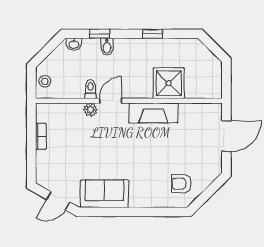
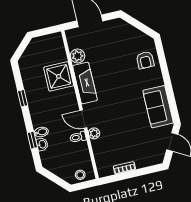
washbasin: (74, 44) -> (42, 144), moved
plant: (188, 112) -> (77, 56), added
armchair: (181, 184) -> (145, 60), moved

